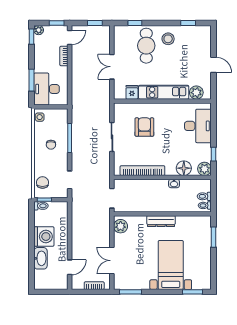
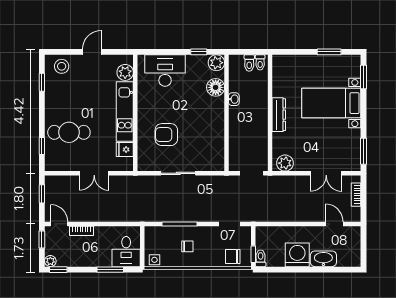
stool: (168, 39) -> (62, 66), moved
desk: (47, 89) -> (126, 252), width x0.73
bookcase: (142, 171) -> (218, 137), removed
window: (214, 237) -> (329, 52), moved

